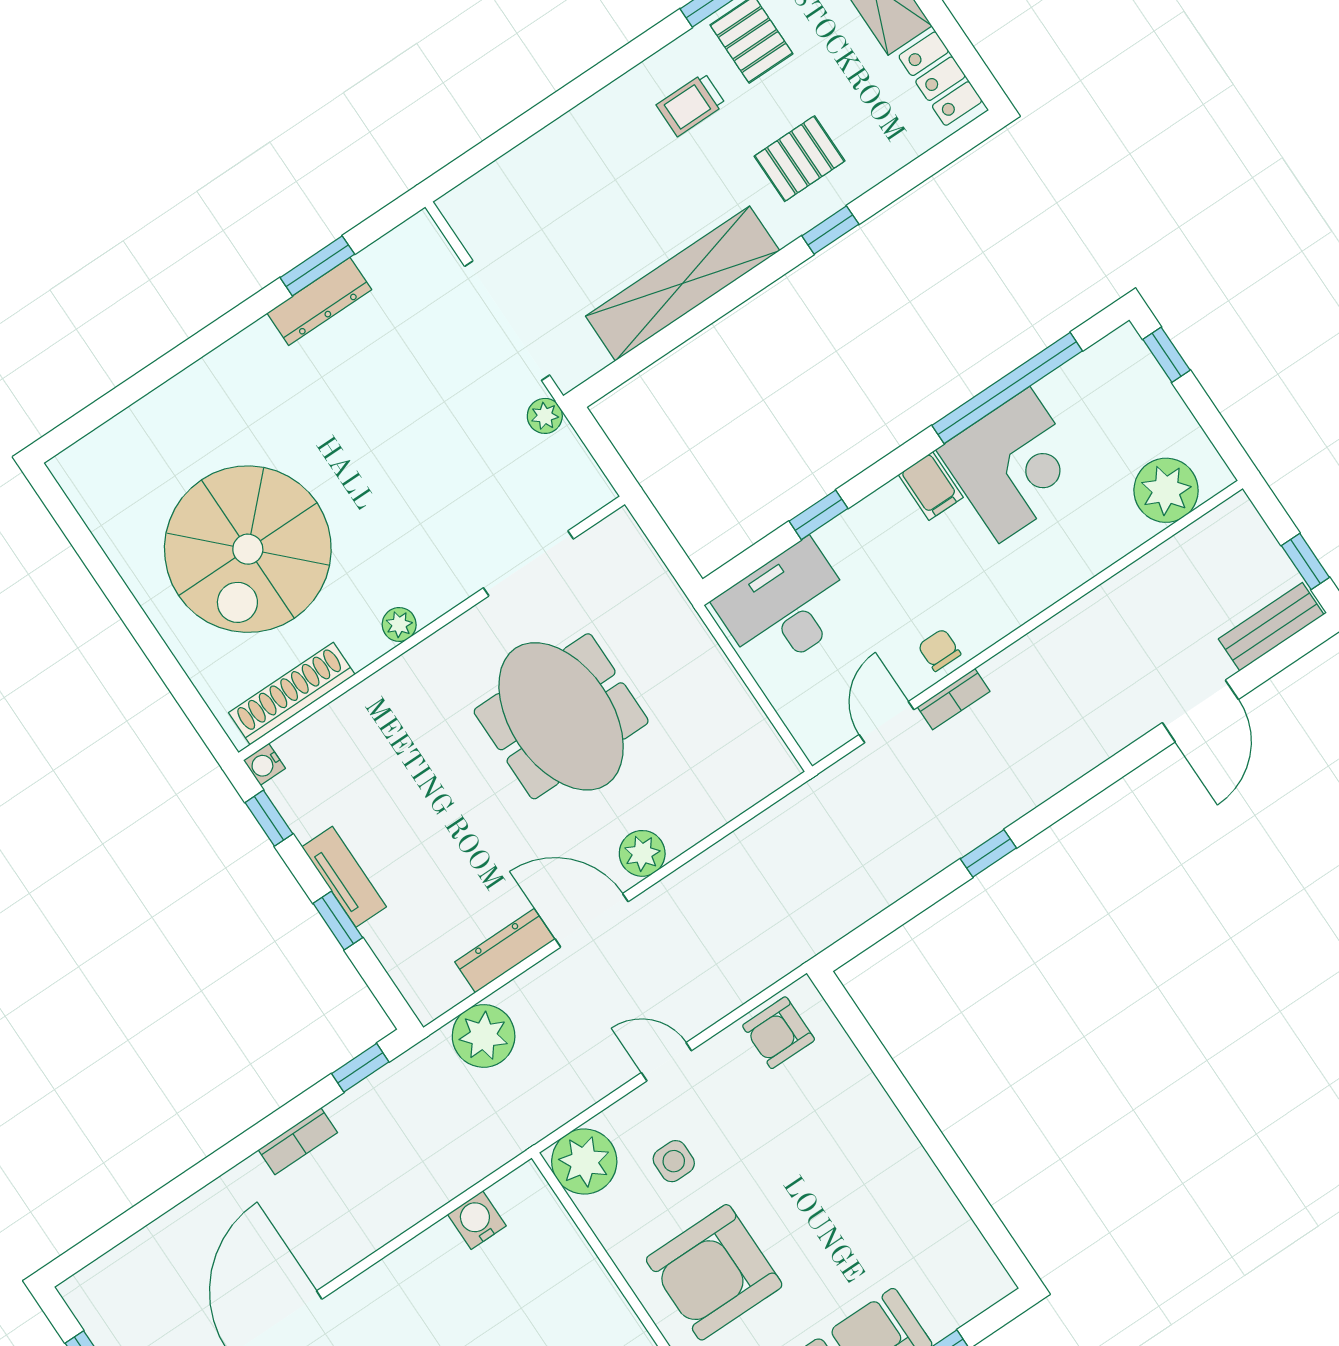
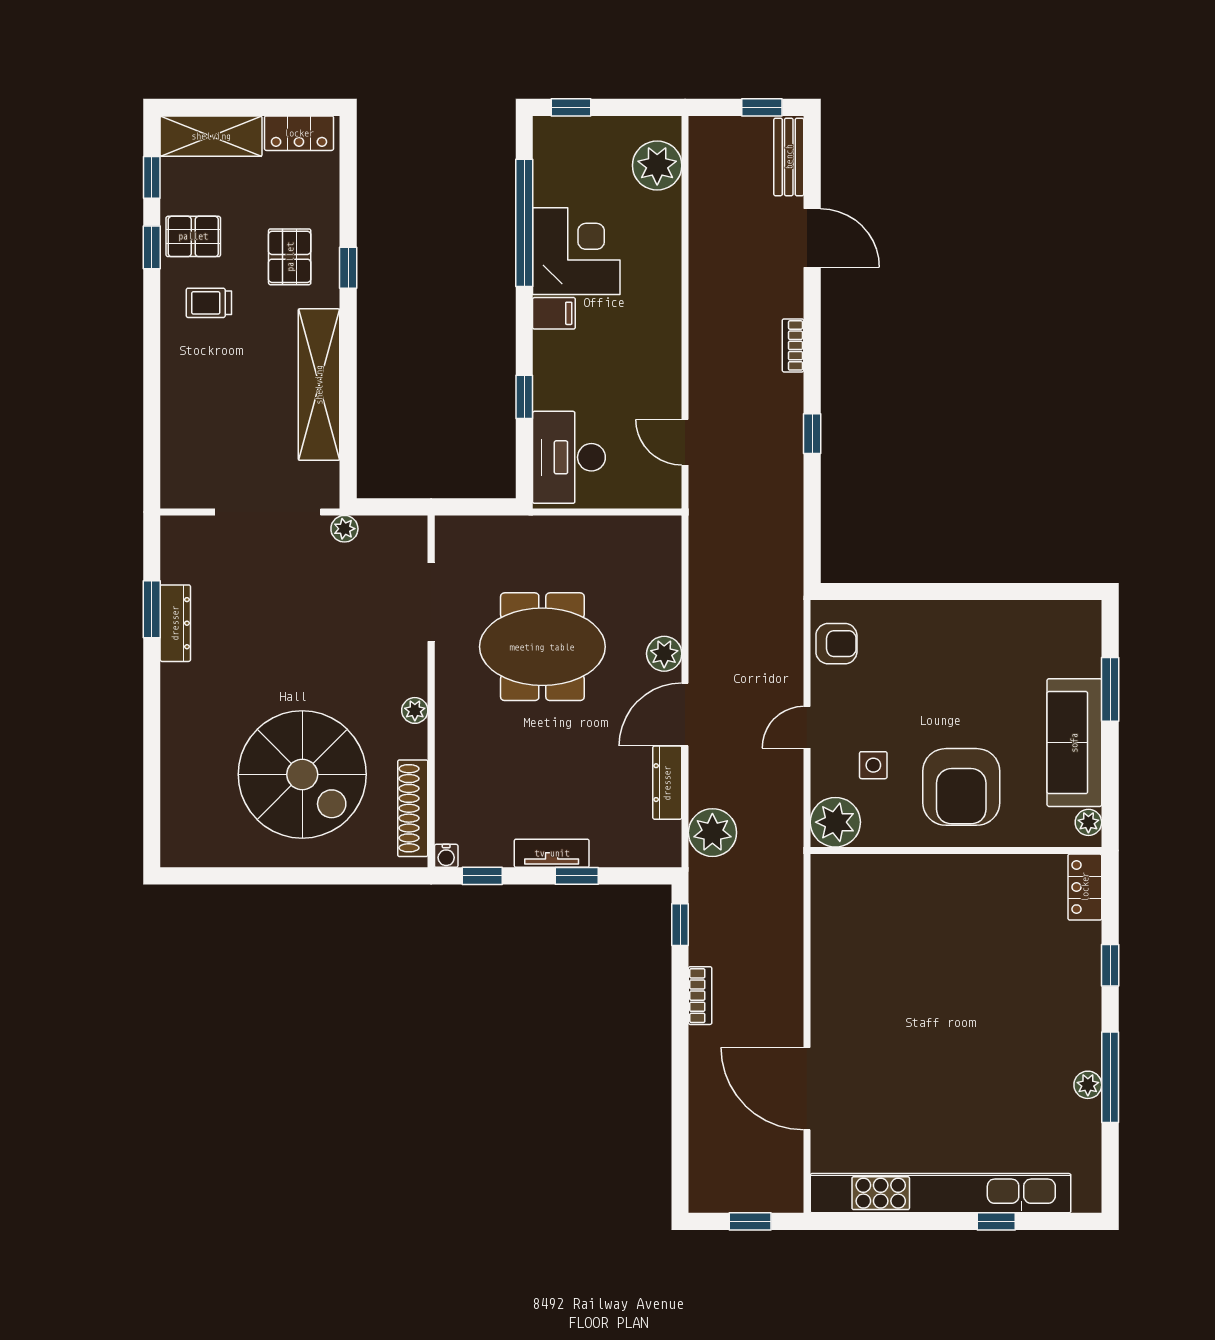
trolley: (691, 105) -> (209, 303), turned 90
chair: (939, 650) -> (662, 378), removed
bookcase: (954, 699) -> (793, 345), moved, turned 180
armchair: (779, 1033) -> (836, 644), turned -90
water cooler: (477, 1220) -> (827, 916), removed

